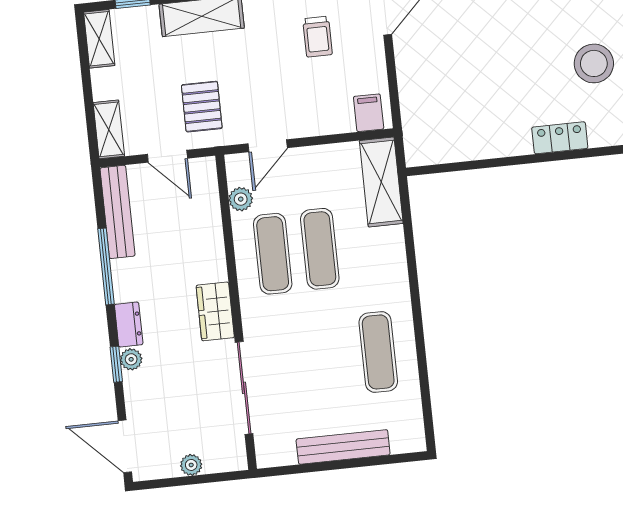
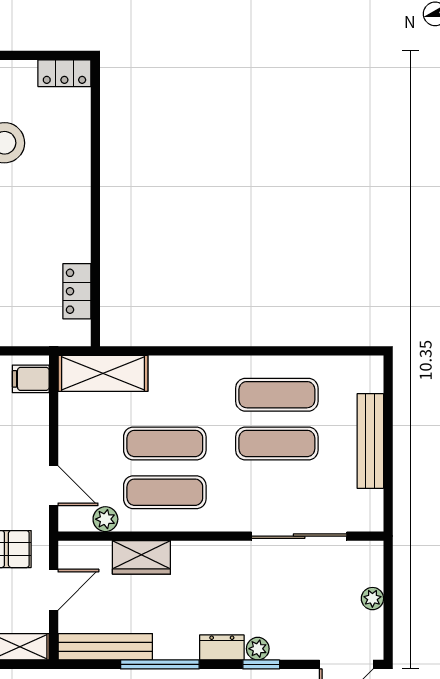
locker: (560, 138) -> (77, 291), moved
wardrobe: (215, 311) -> (141, 557), moved
exercise mat: (331, 357) -> (277, 443), added

